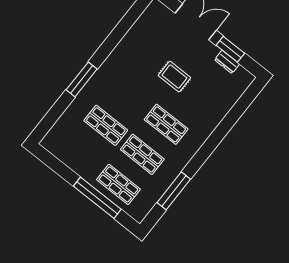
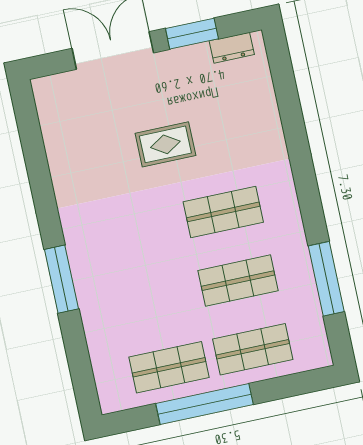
dresser: (227, 62) -> (232, 48), moved
shop shelf: (106, 125) -> (169, 367), moved
window: (97, 198) -> (204, 404), moved

